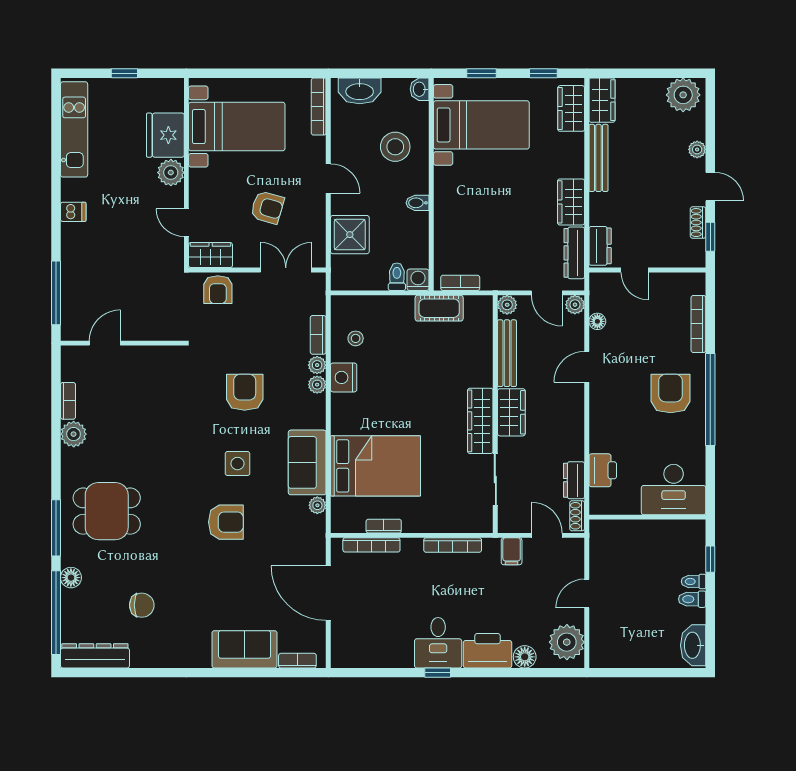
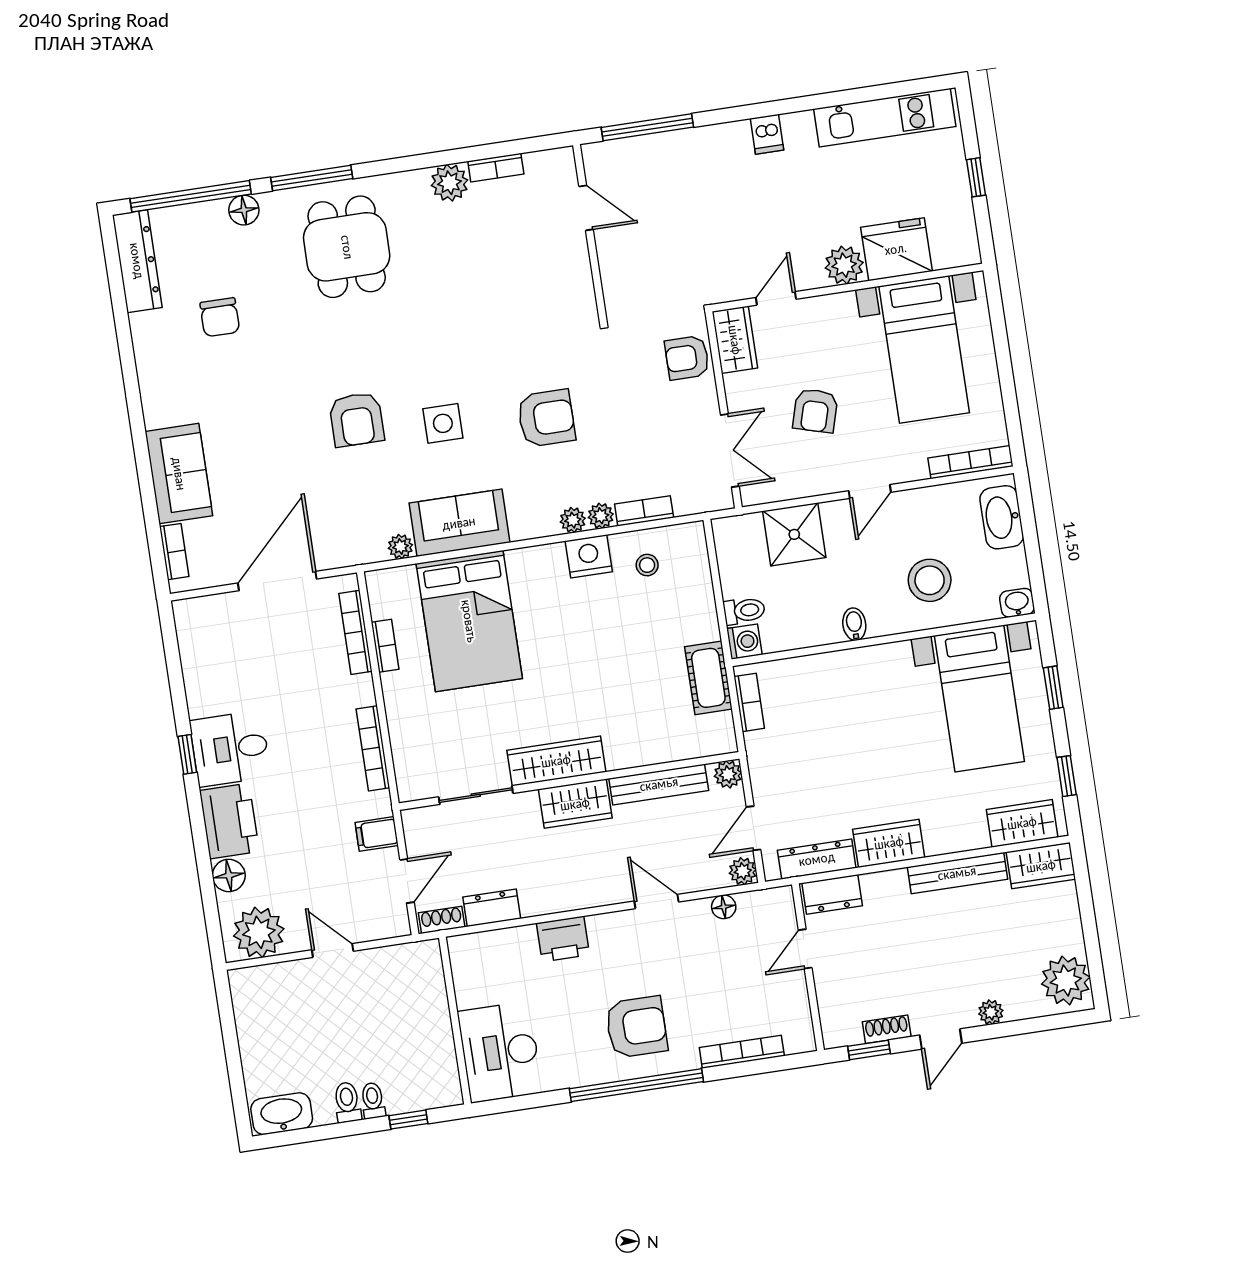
printer: (603, 470) -> (563, 939), moved

